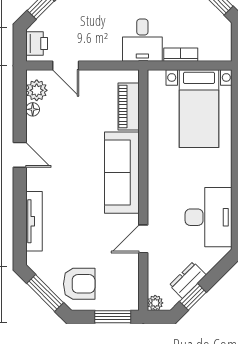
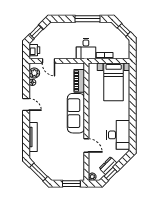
door: (143, 239) -> (86, 146), swing flipped
armchair: (79, 284) -> (55, 167), removed

